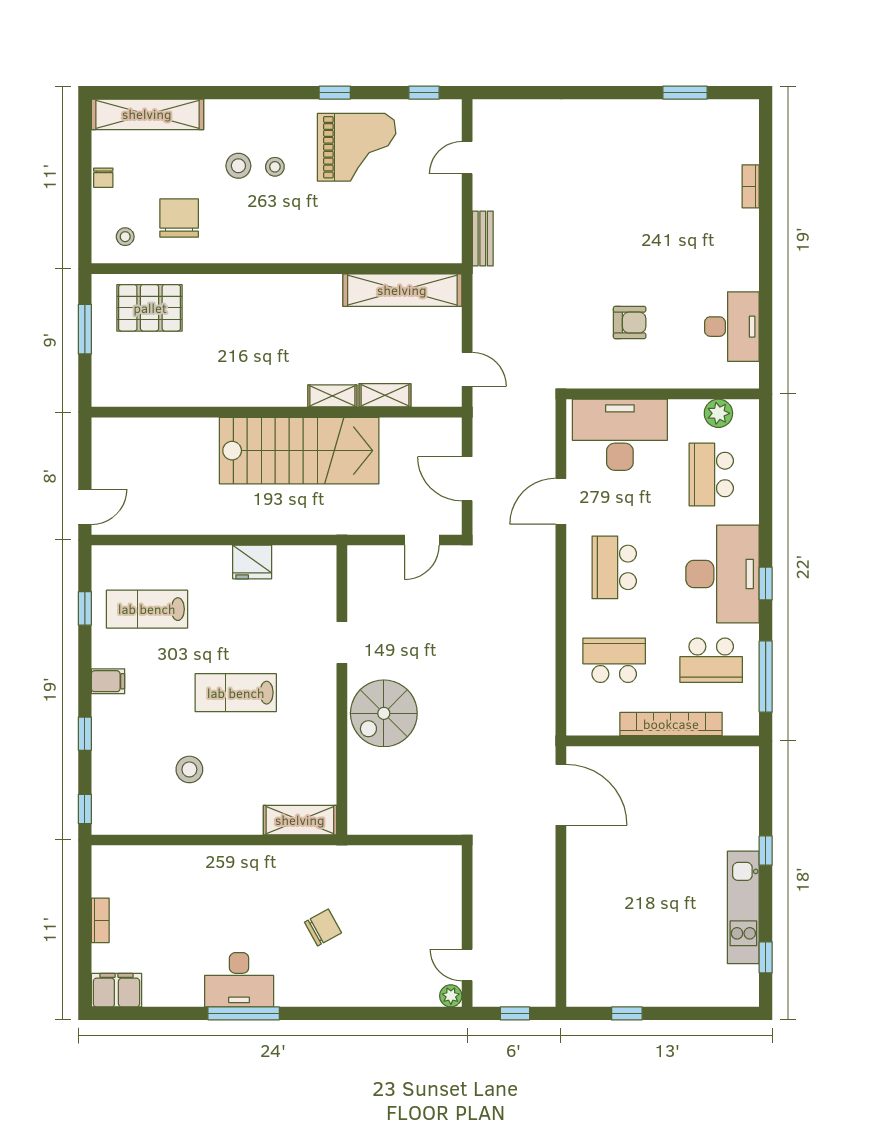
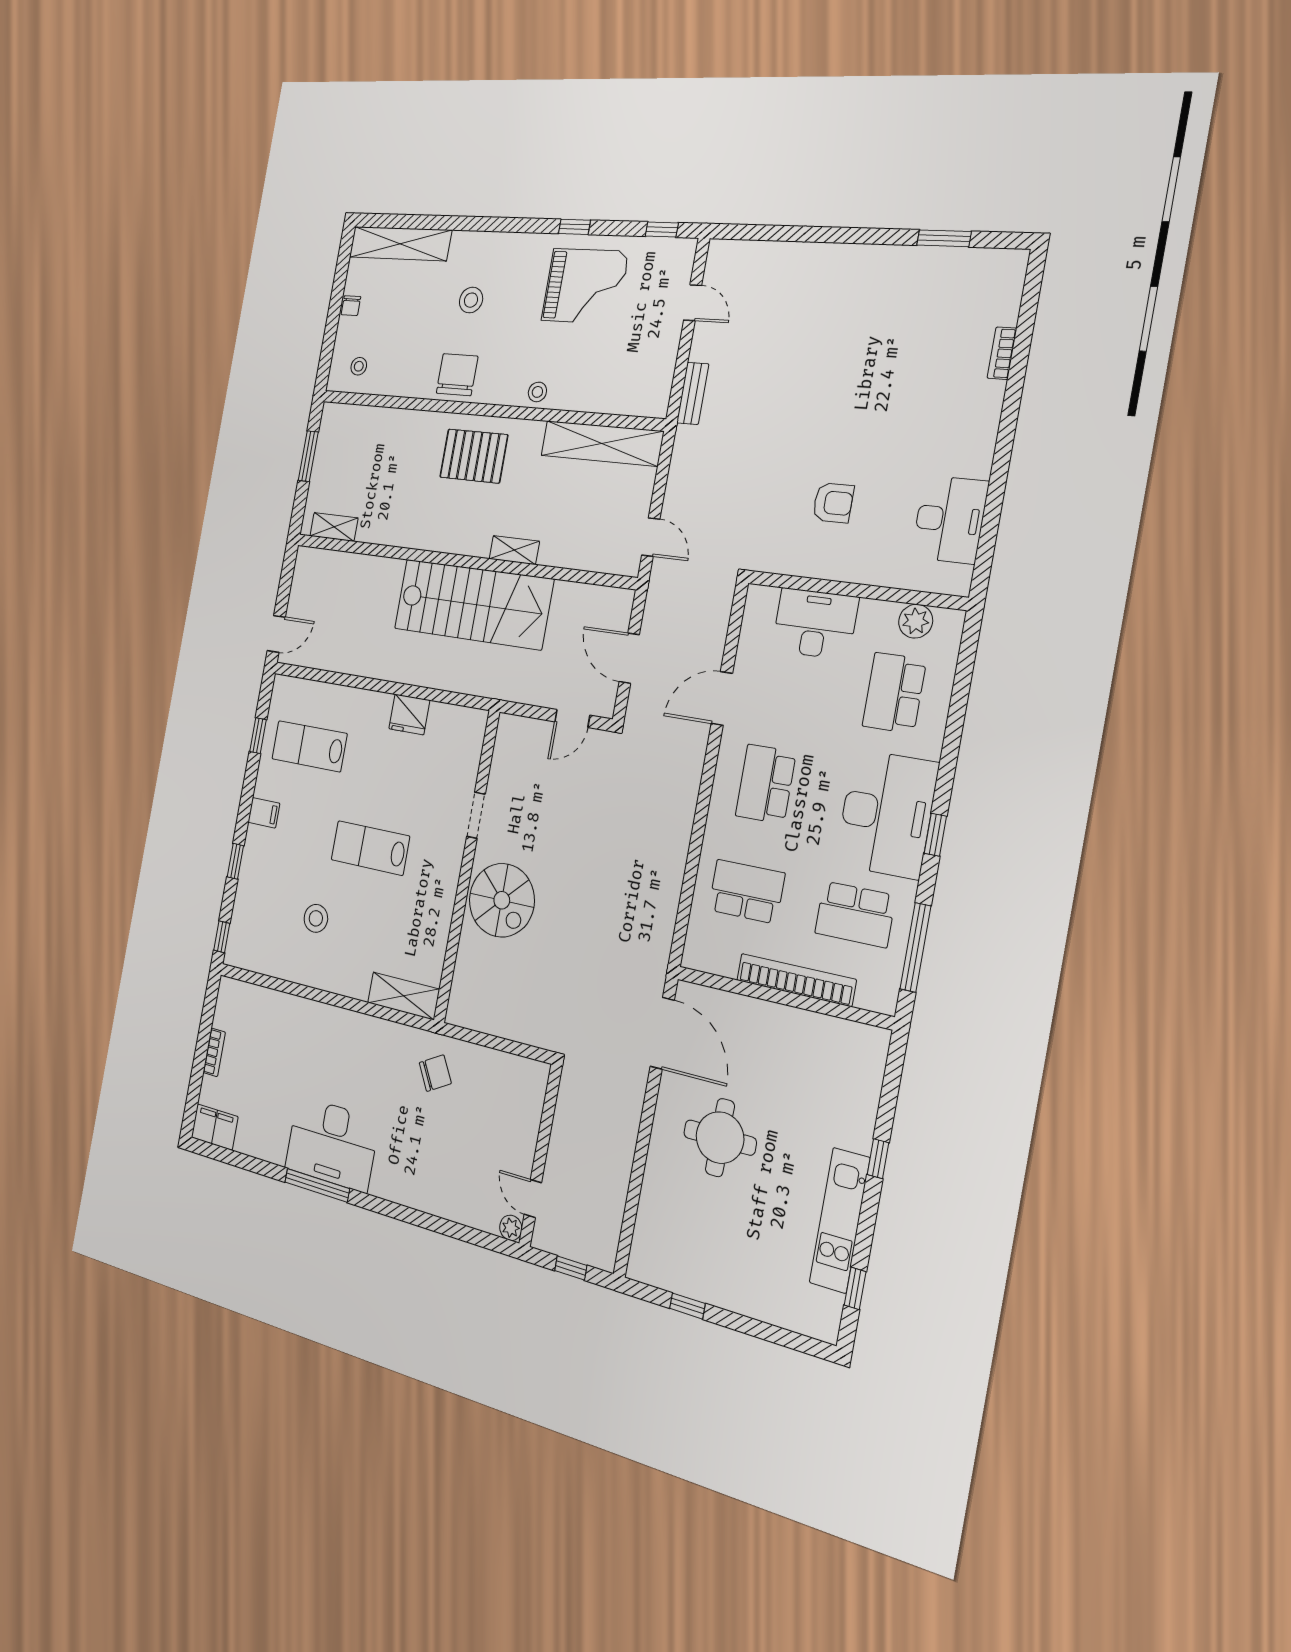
door: (467, 158) -> (693, 303), swing flipped
stool: (275, 167) -> (537, 392), moved
chair: (179, 218) -> (457, 375), moved
pallet: (150, 308) -> (474, 456), moved
shelving: (385, 395) -> (334, 527), moved
desk: (620, 435) -> (815, 624), width x0.73, depth x0.77
spiral stairs: (384, 713) -> (502, 900), turned -90
round table: (629, 868) -> (720, 1138), added
chair: (323, 927) -> (435, 1073), moved
desk: (239, 980) -> (332, 1144), width x1.36, depth x1.30

